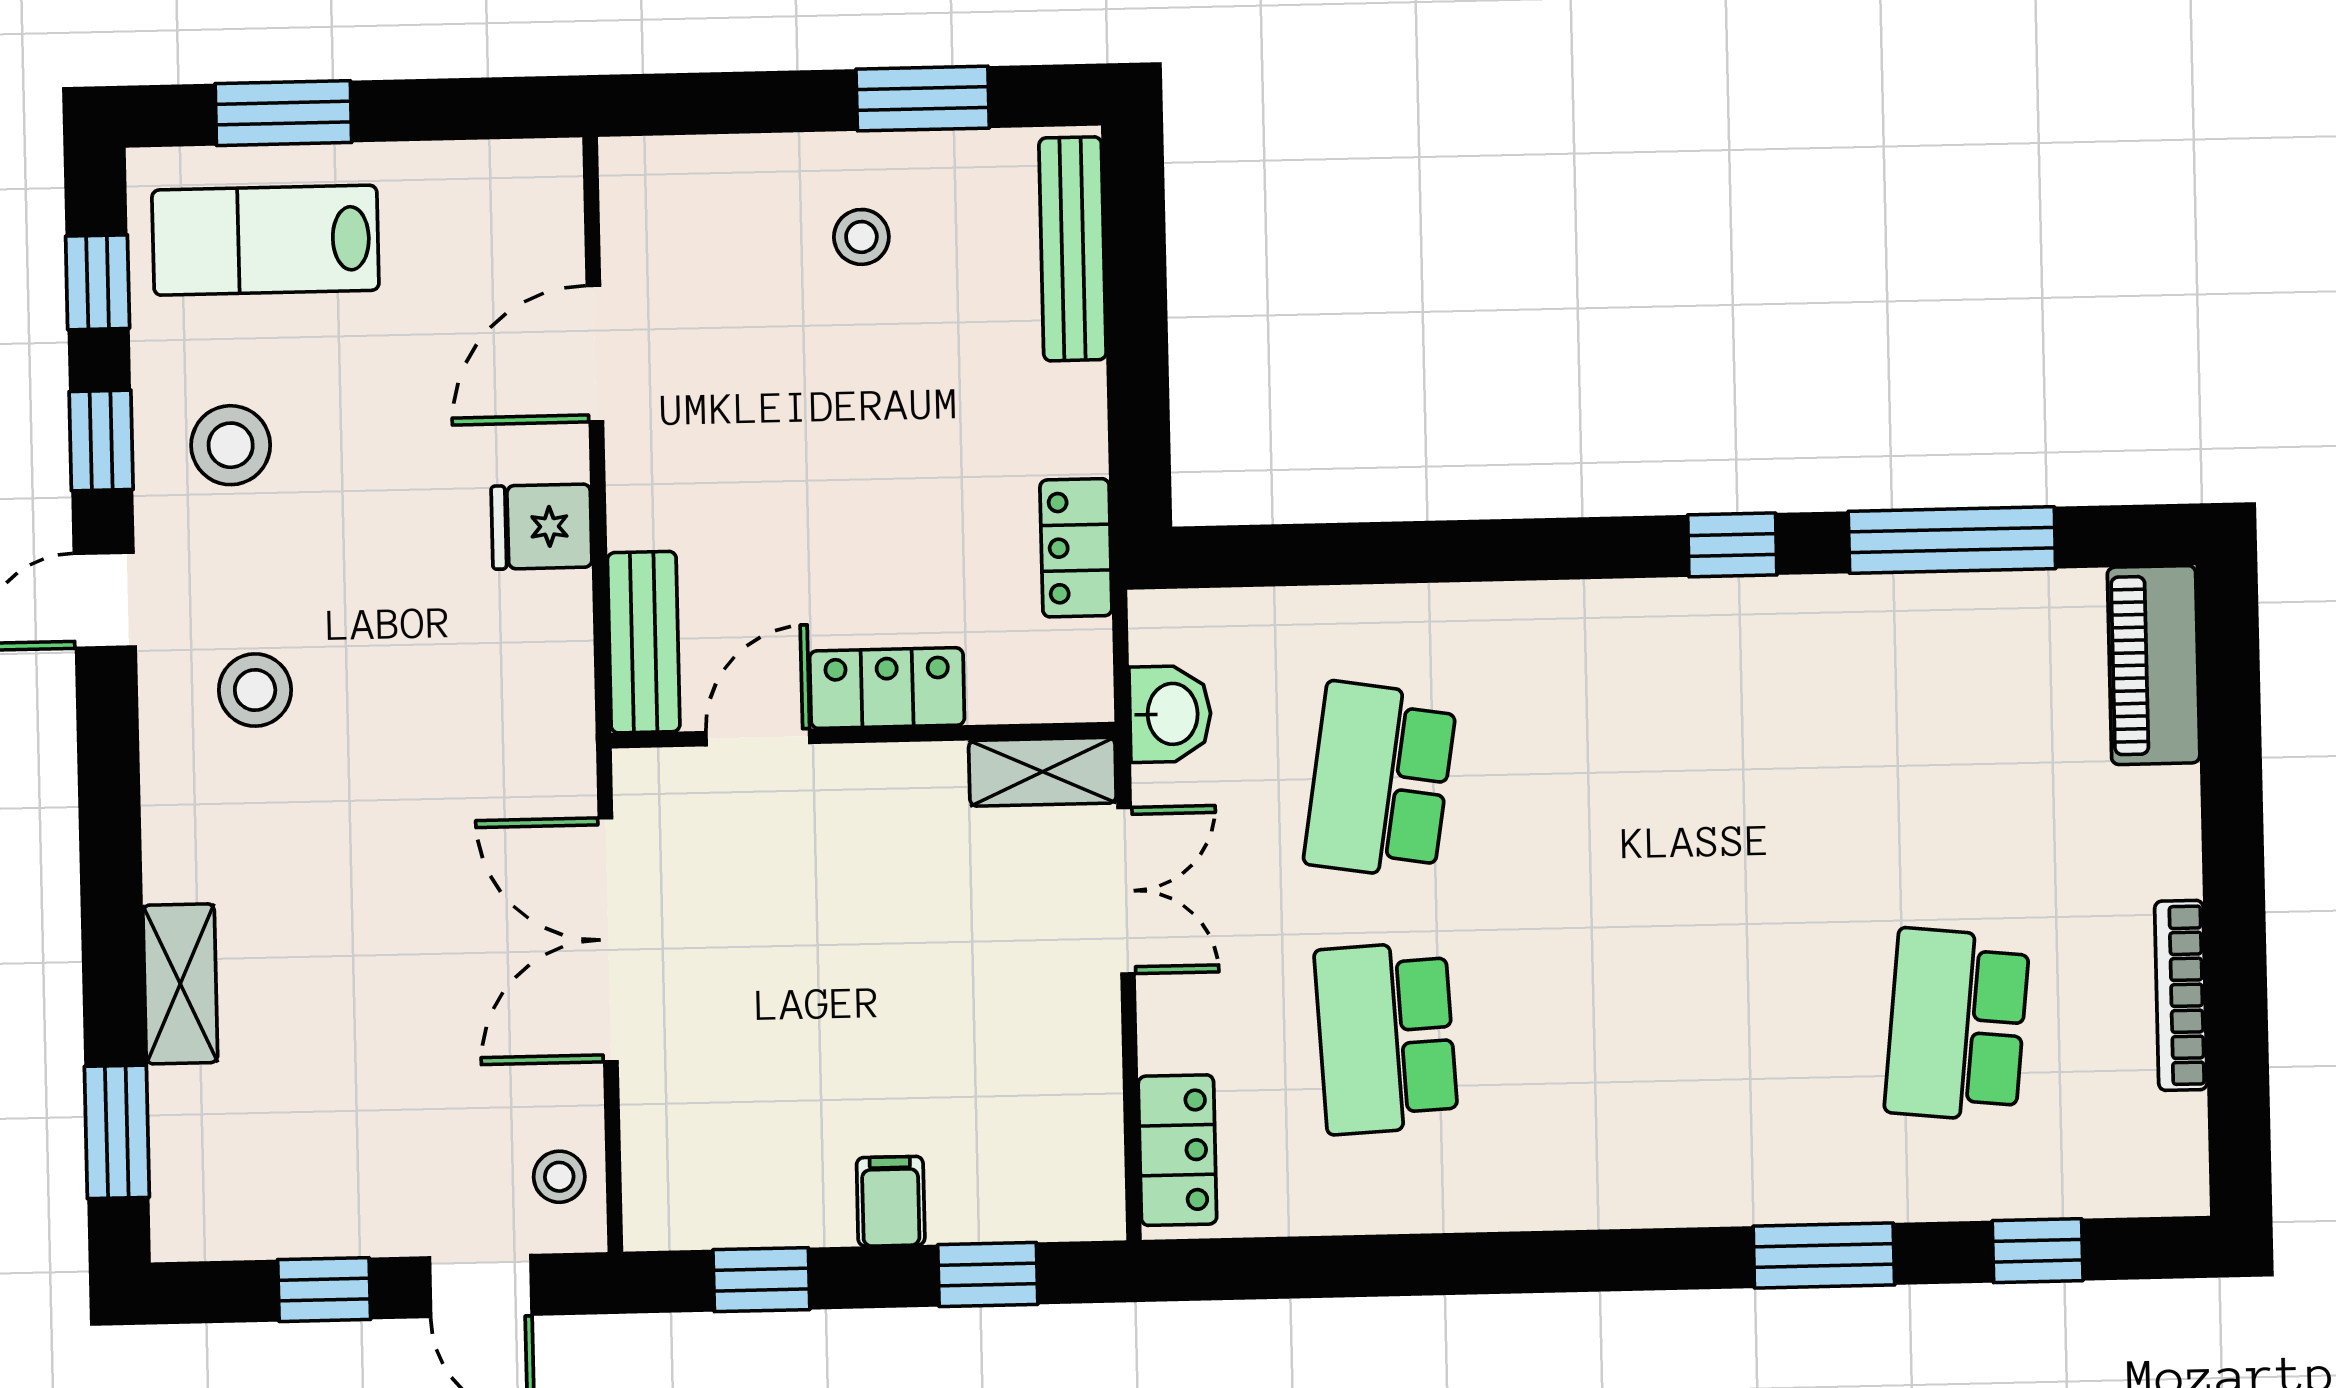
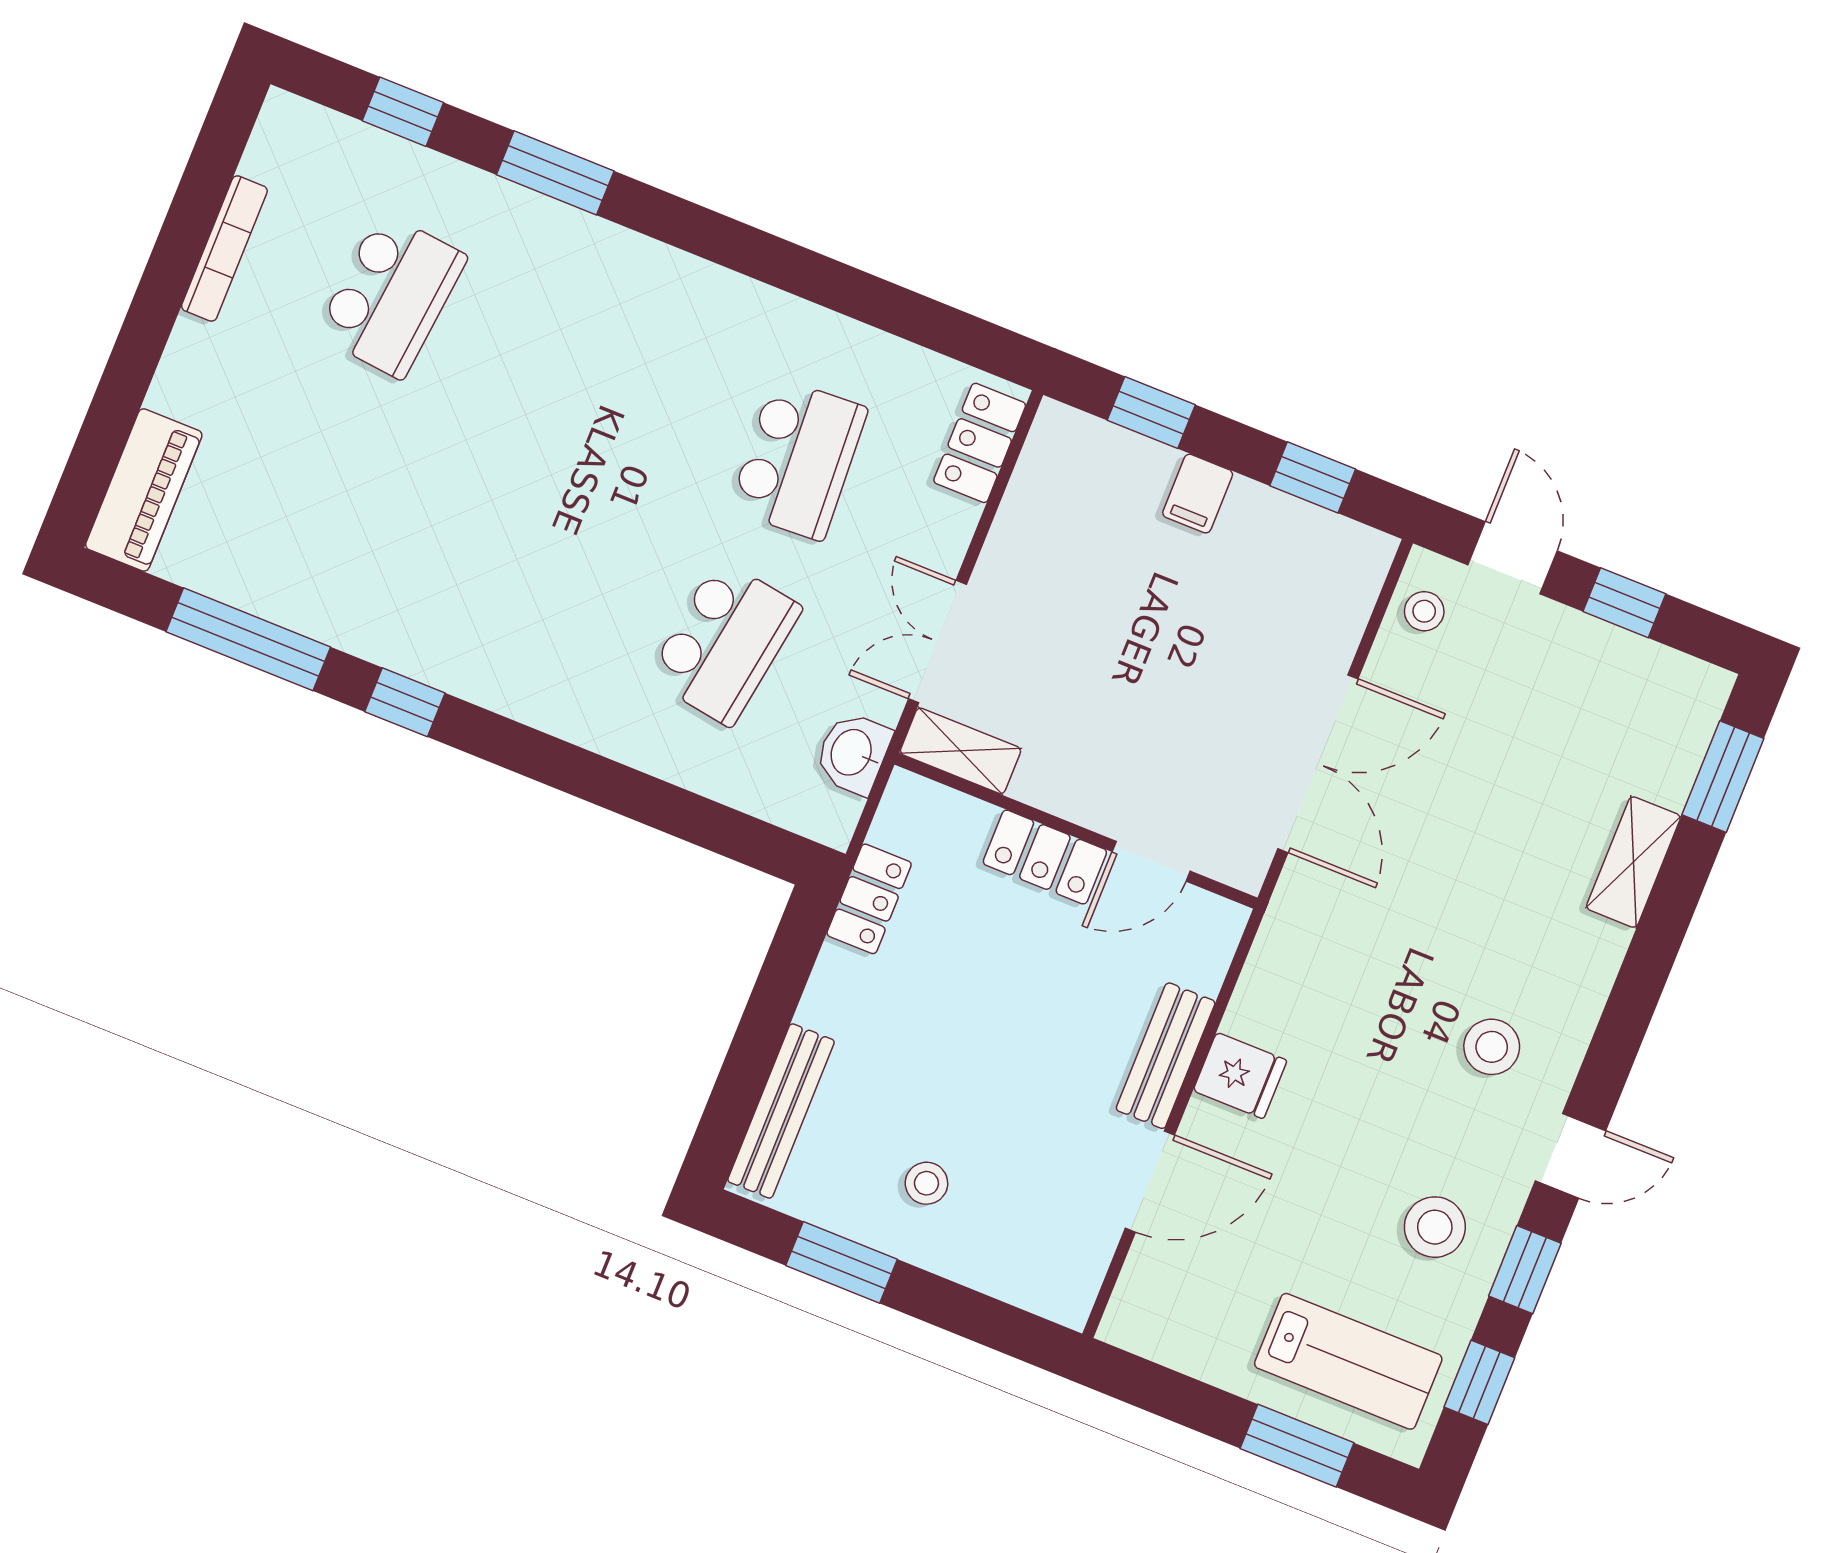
bench: (644, 642) -> (1166, 1056), moved

